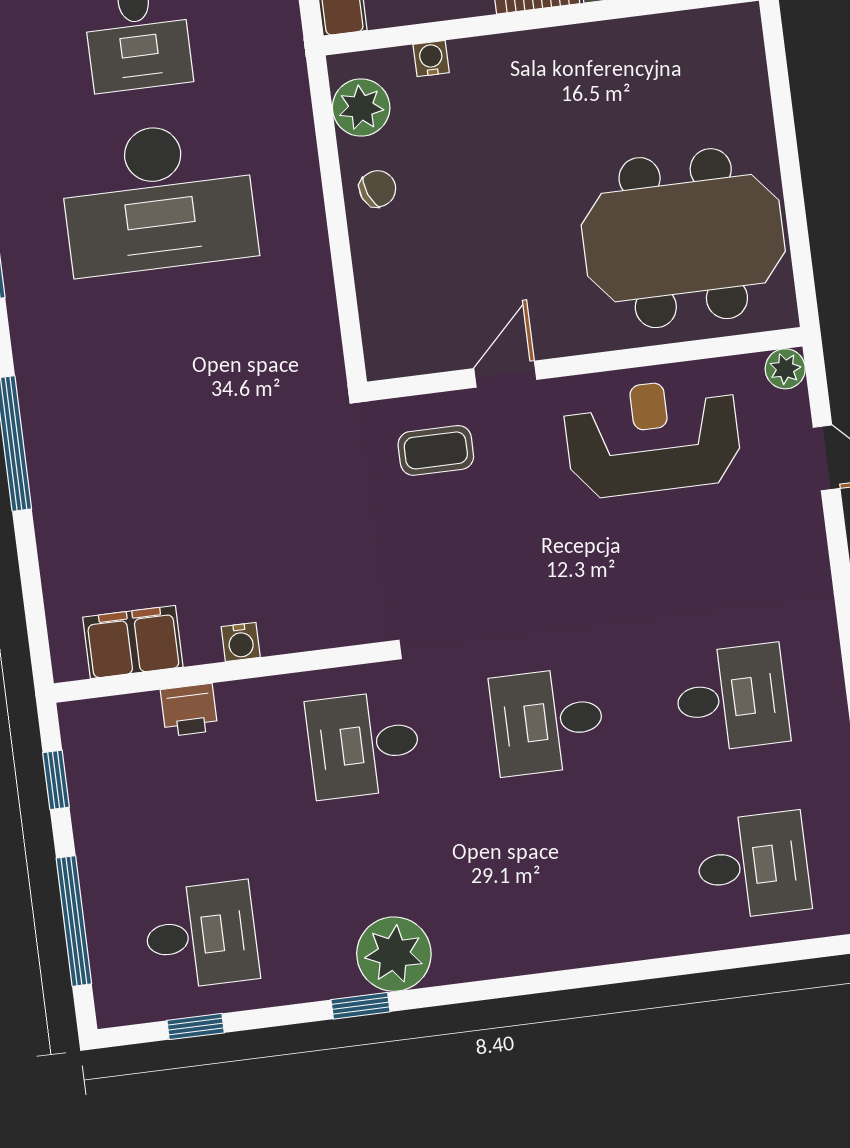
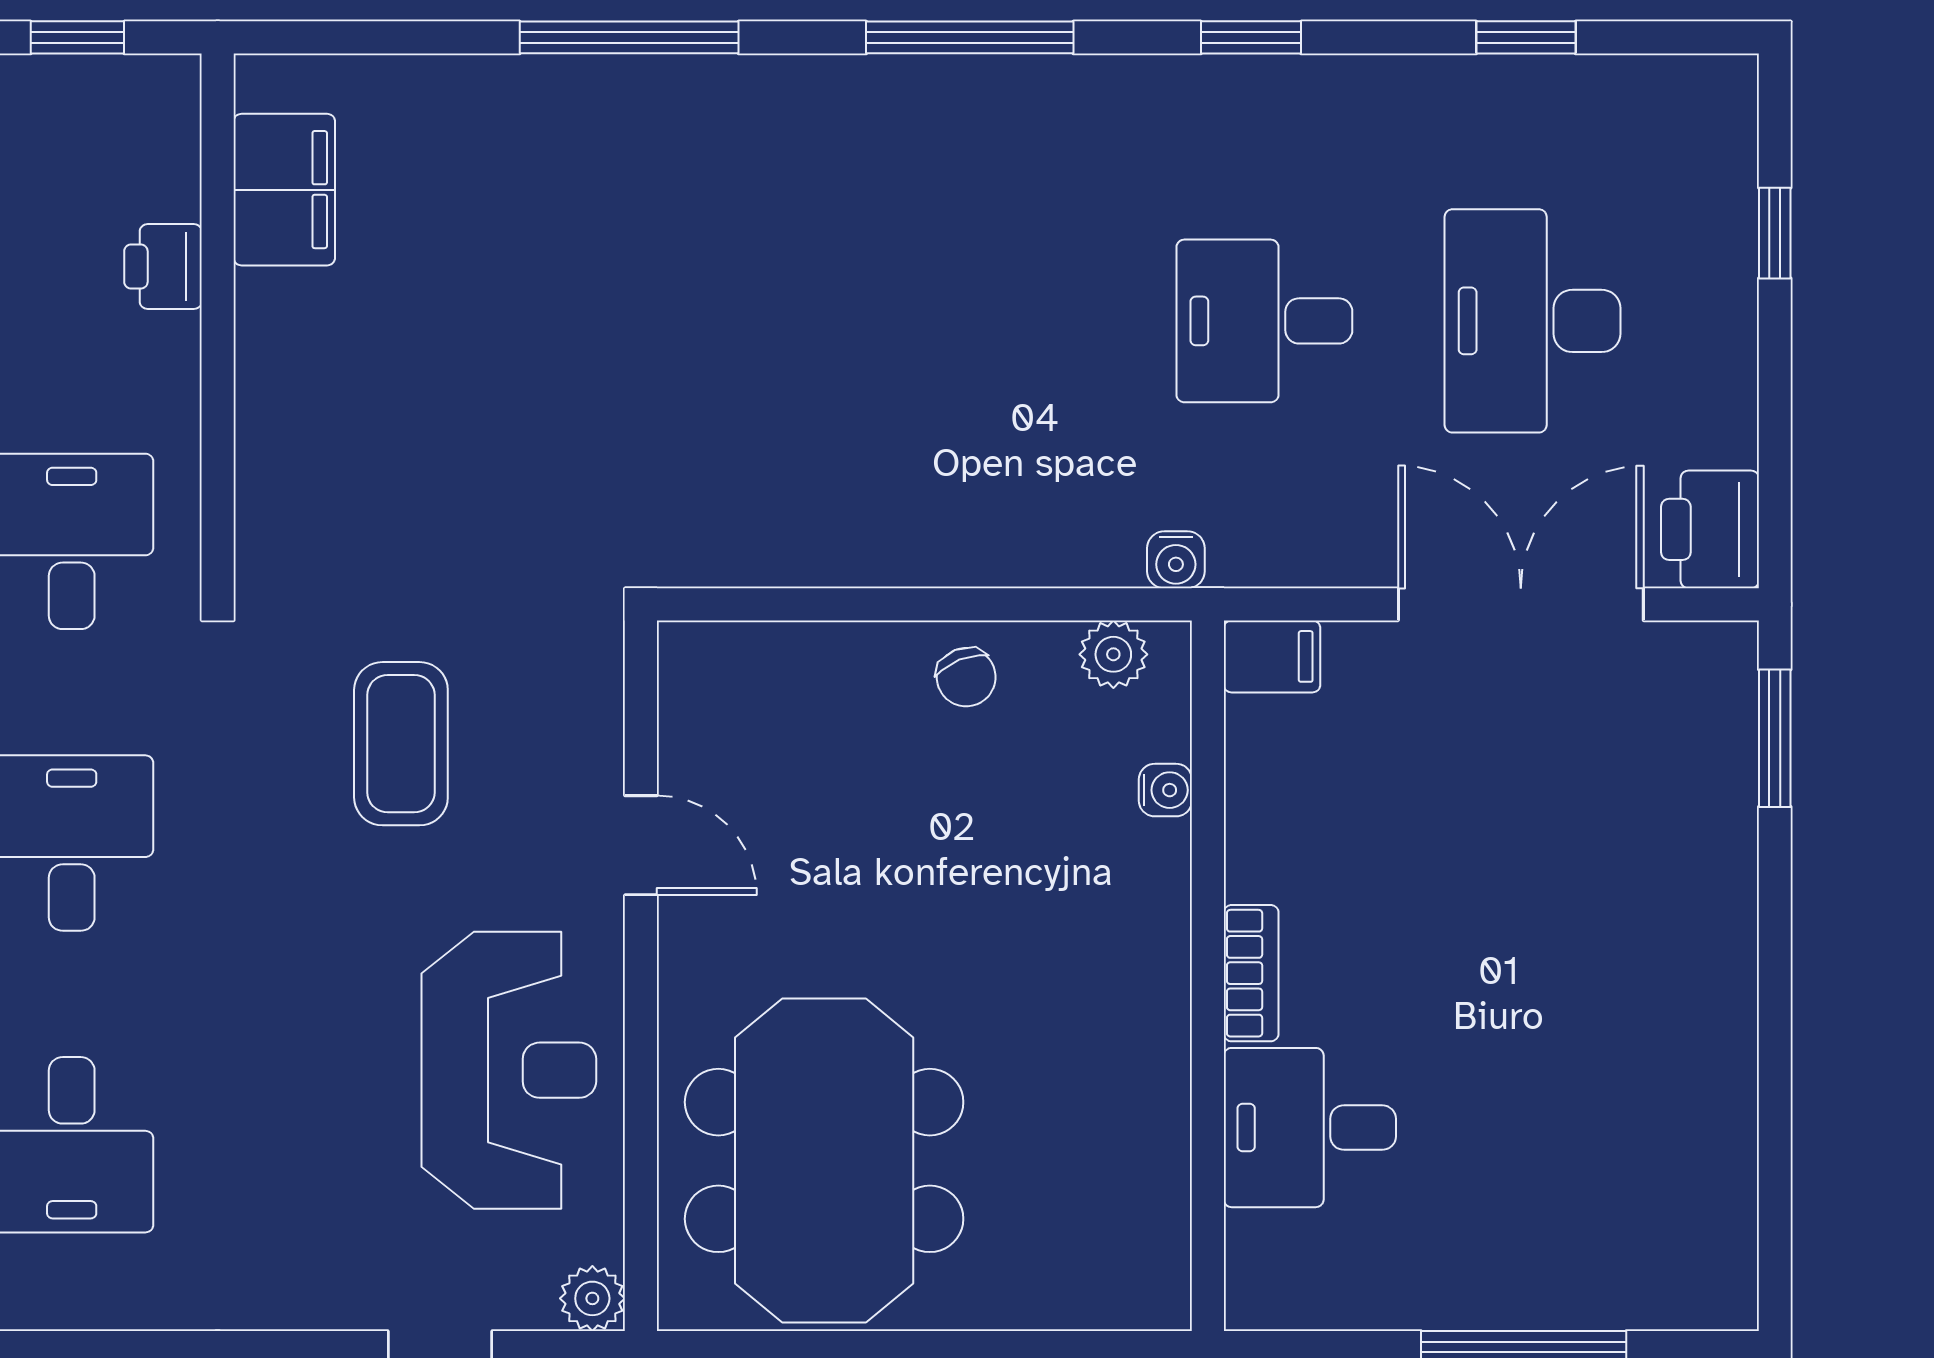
plant: (361, 108) -> (1113, 654), width x0.73, depth x0.73
desk: (158, 198) -> (996, 321), removed
coffee table: (436, 450) -> (401, 744), moved, width x1.36, depth x1.30
water cooler: (241, 642) -> (1176, 560), moved, turned -90

